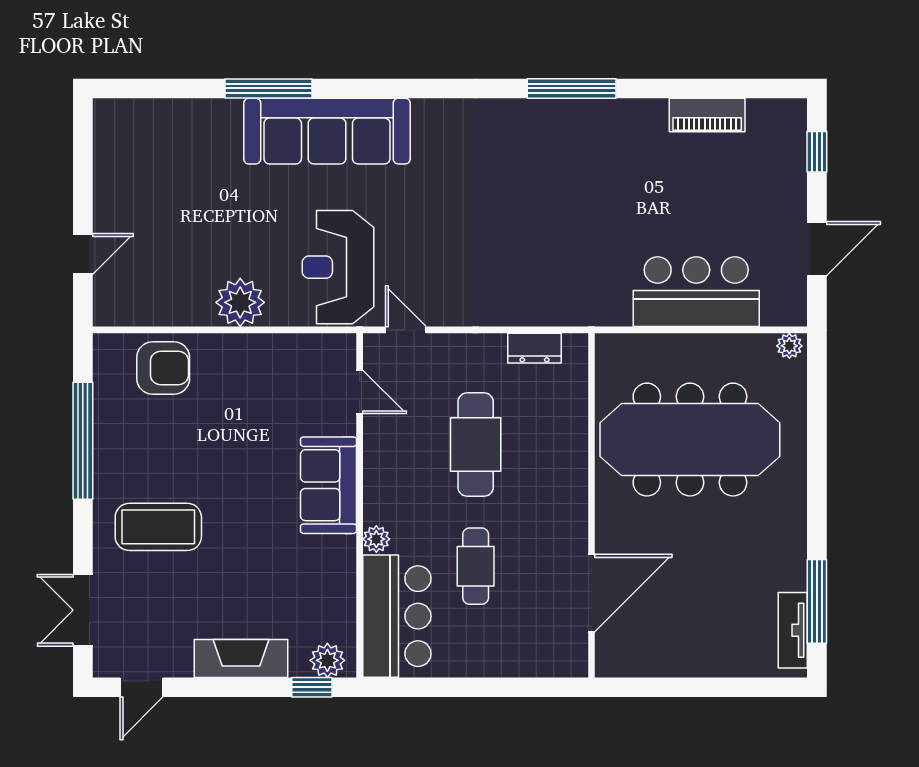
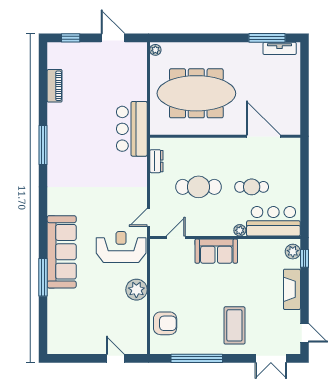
reception desk: (338, 267) -> (121, 247), turned 180
bar counter: (696, 292) -> (132, 129), moved
armchair: (163, 368) -> (165, 323), turned 90
meeting table: (690, 440) -> (196, 93), turned 90

